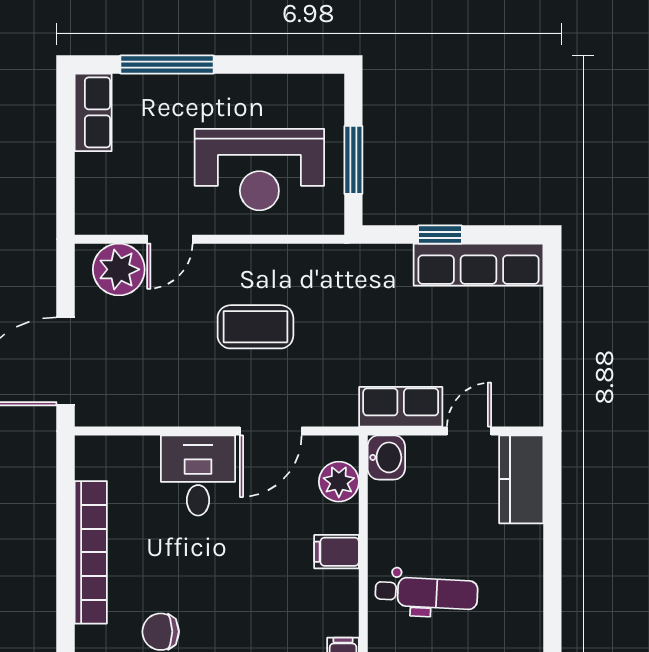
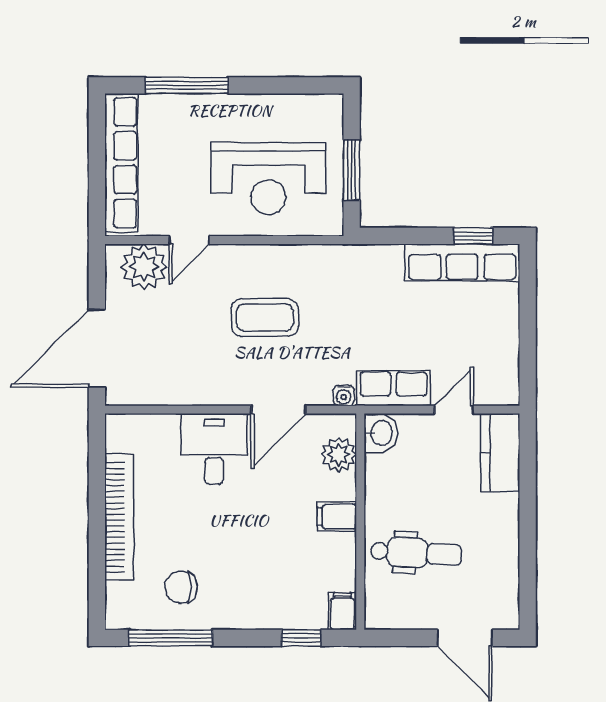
row of seats: (93, 112) -> (121, 163), width x2.02
window: (440, 235) -> (473, 236), moved
water cooler: (344, 415) -> (344, 395), added

